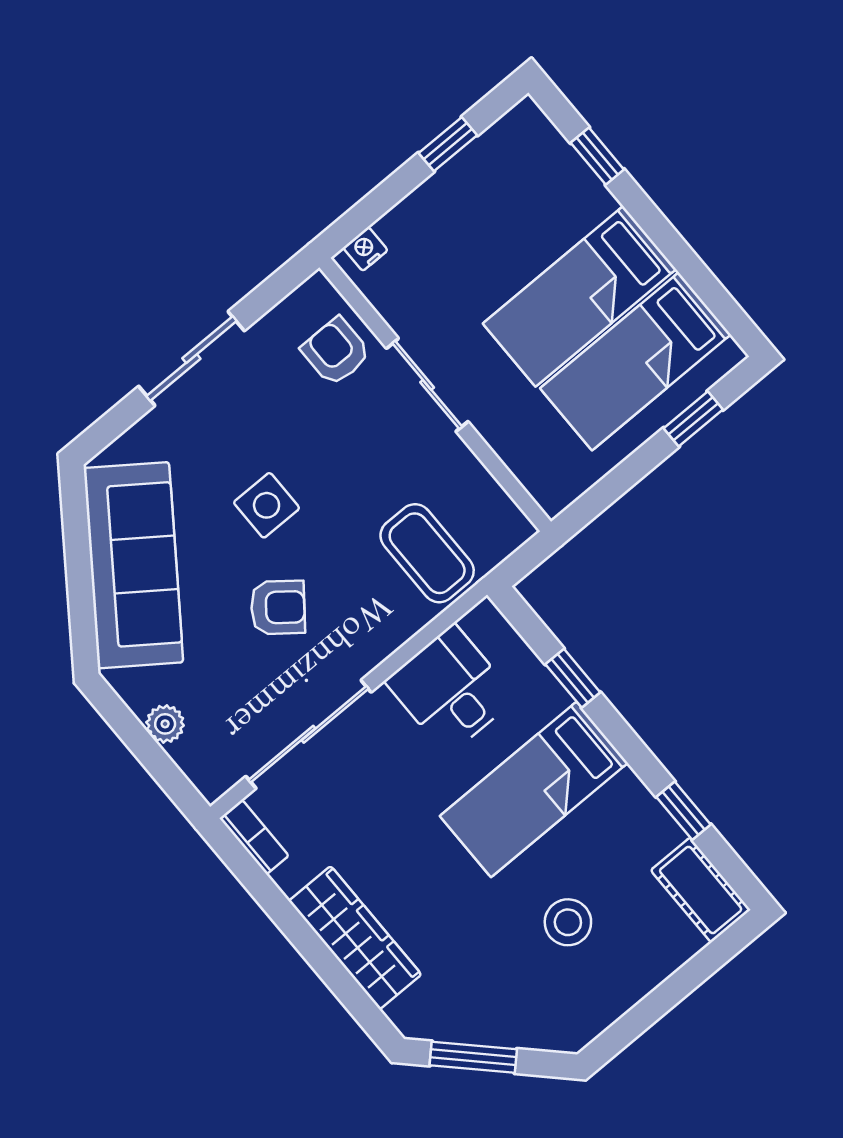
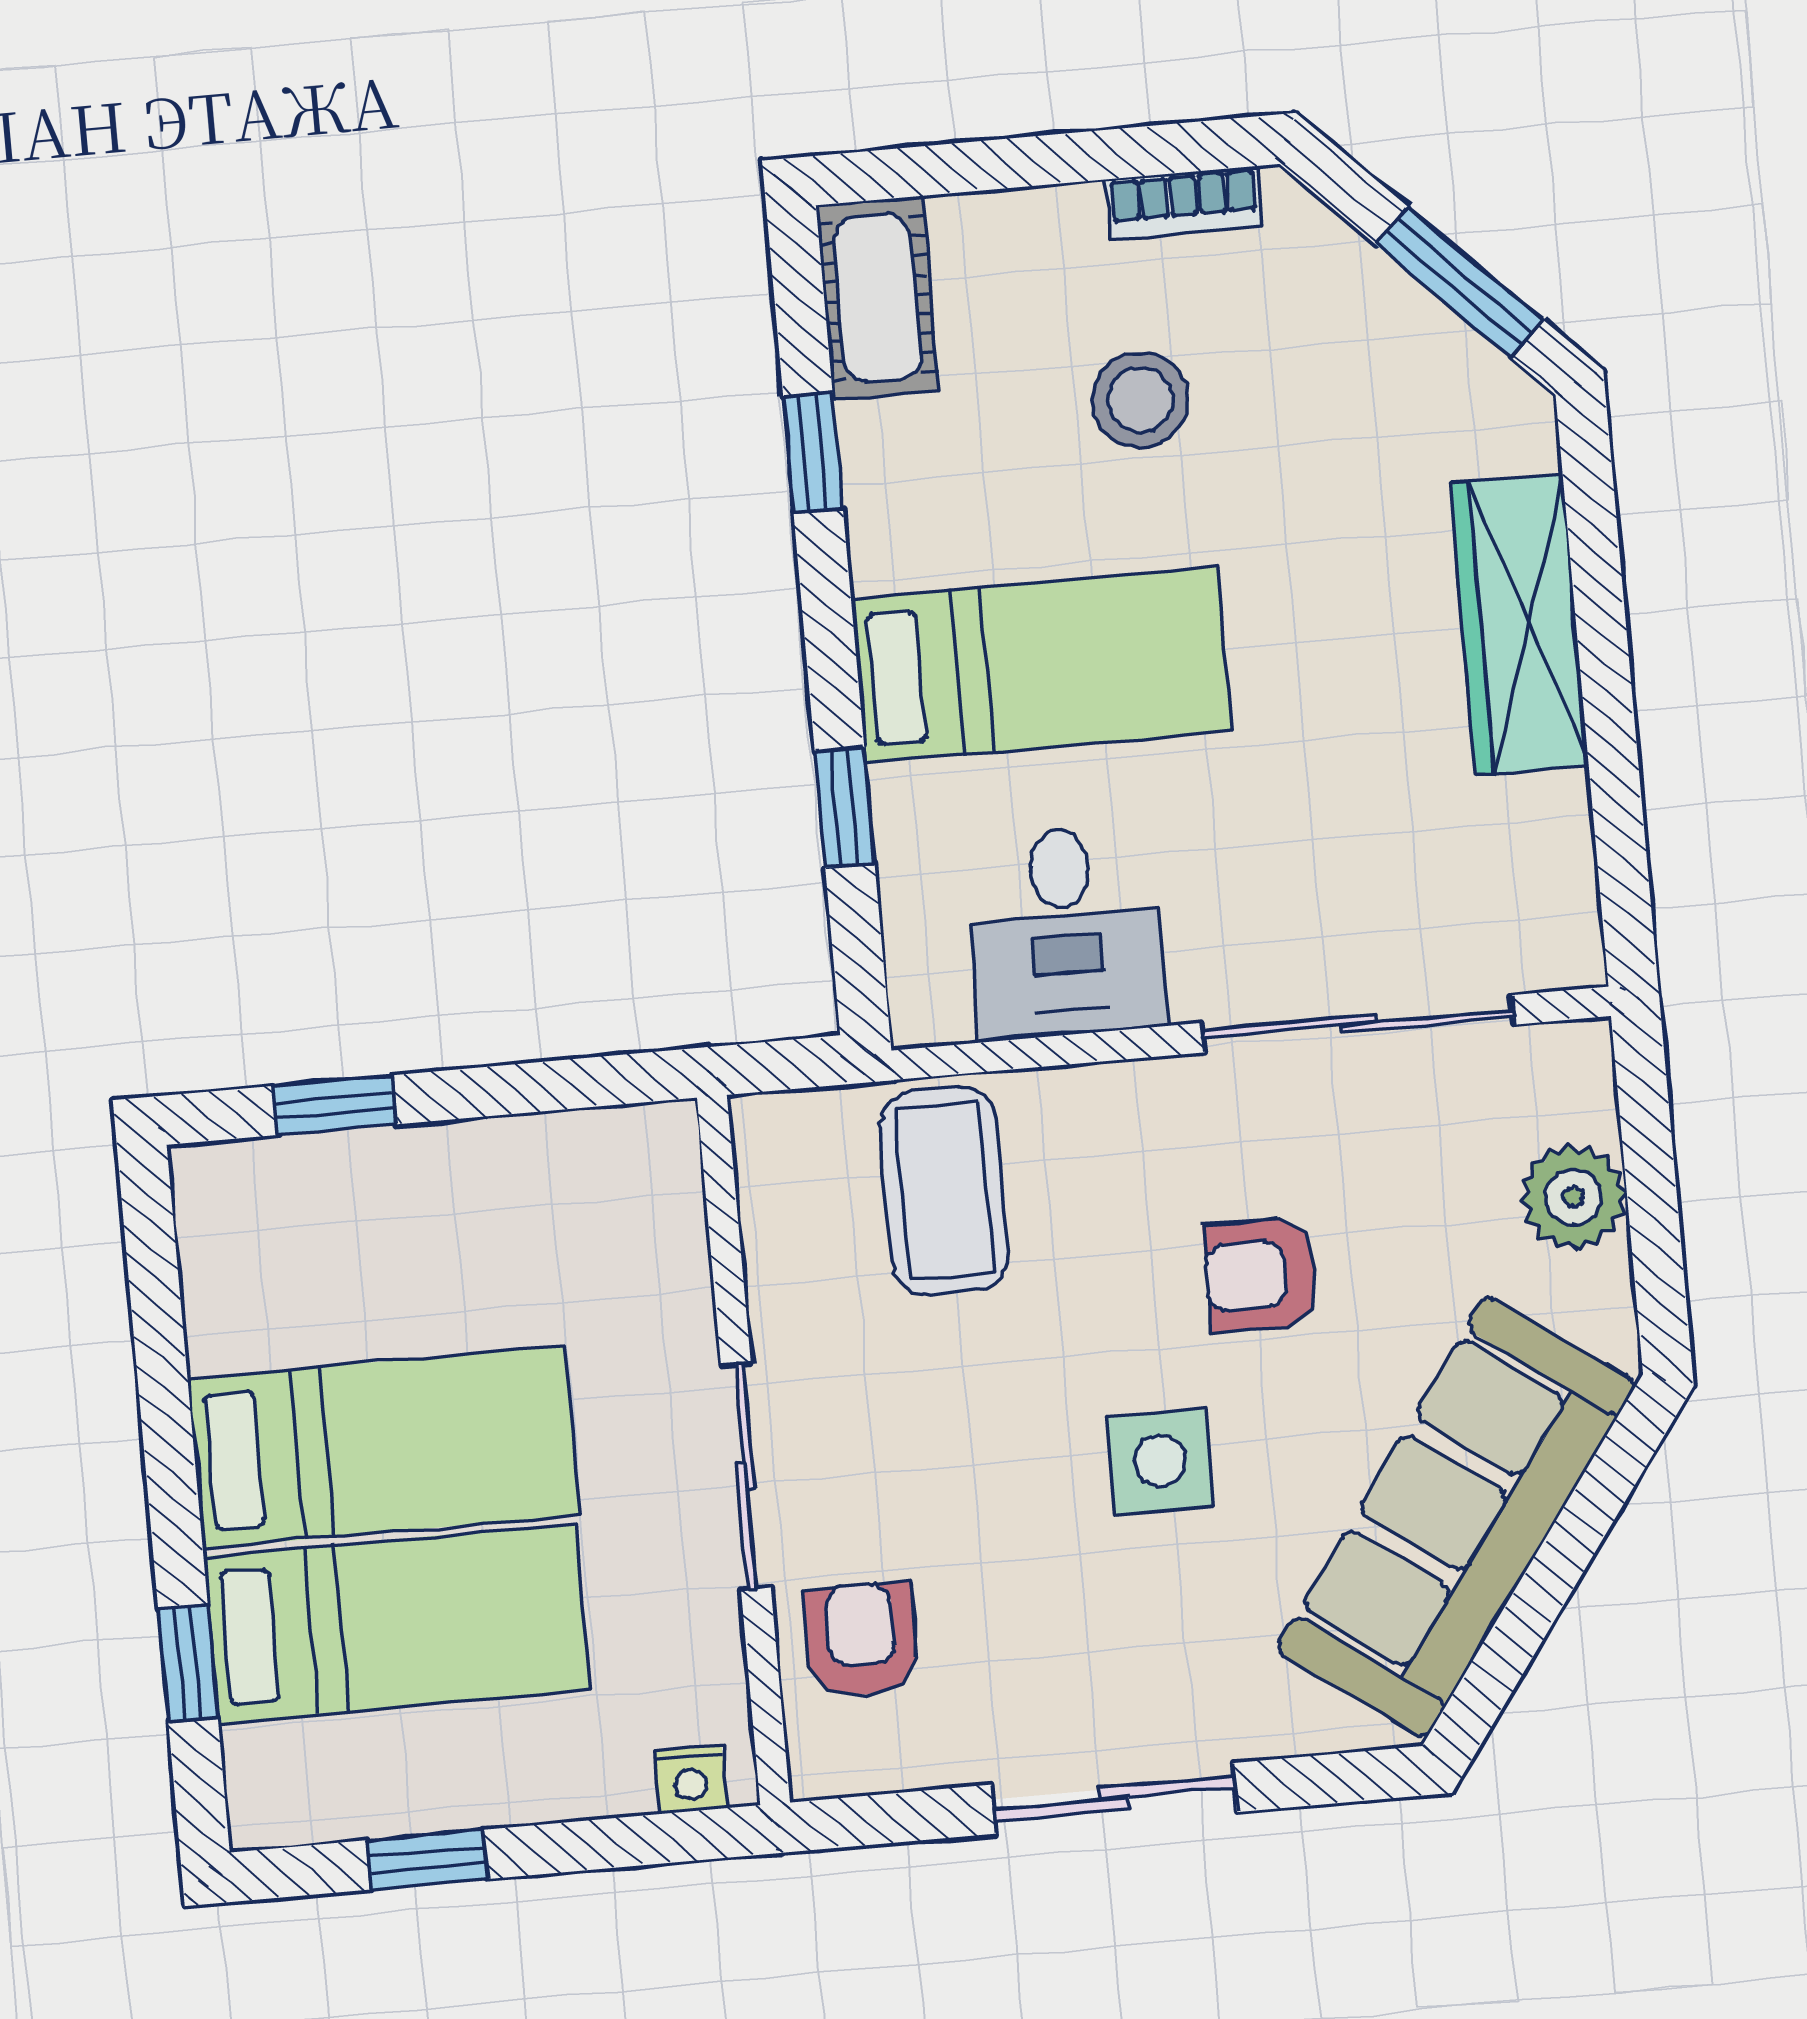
armchair: (336, 351) -> (861, 1640), turned 180
bed: (635, 361) -> (397, 1624), moved
armchair: (278, 607) -> (1261, 1275), turned -38
plant: (165, 724) -> (1573, 1197), width x1.38, depth x1.38
bookcase: (254, 837) -> (1184, 203), moved, turned -90

